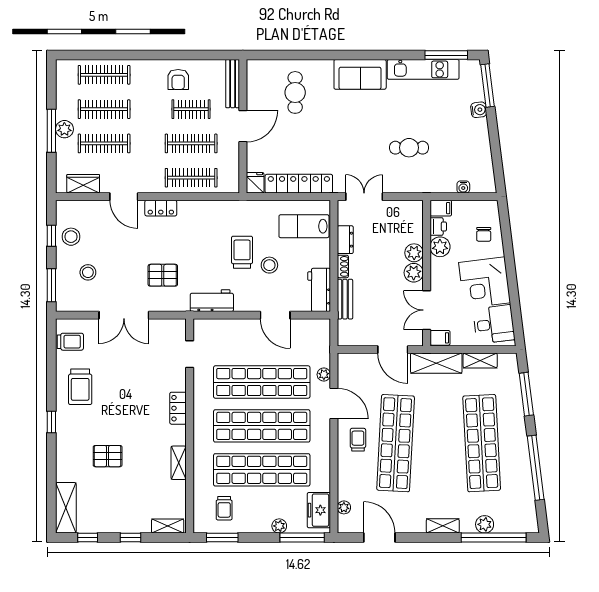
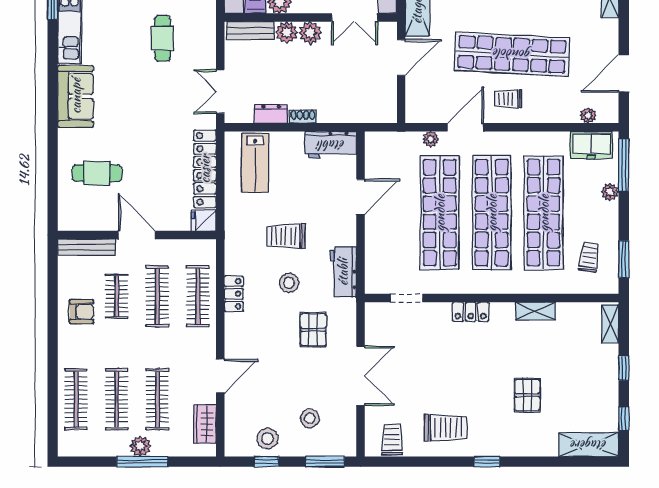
locker: (161, 208) -> (234, 294), moved
stool: (269, 265) -> (289, 283), moved
bench: (345, 299) -> (251, 31), moved
trolley: (224, 508) -> (589, 257), turned -82

